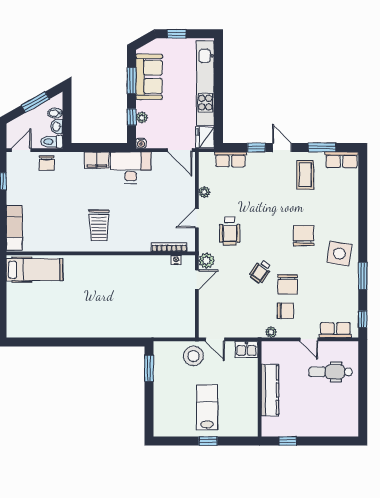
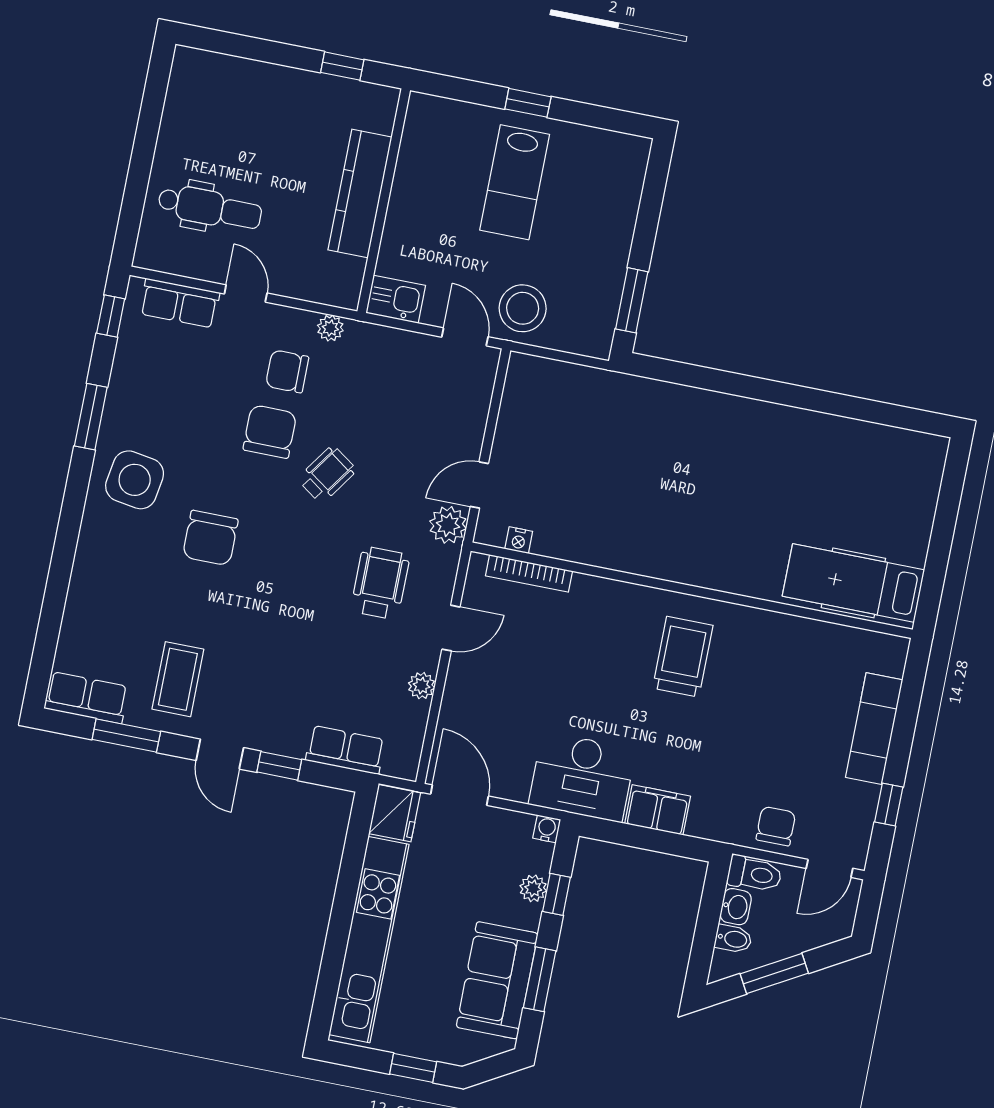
exam couch: (14, 228) -> (874, 729), moved

